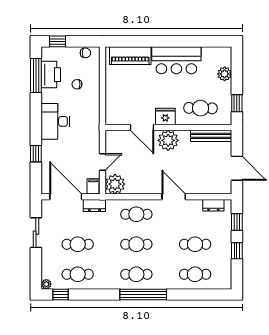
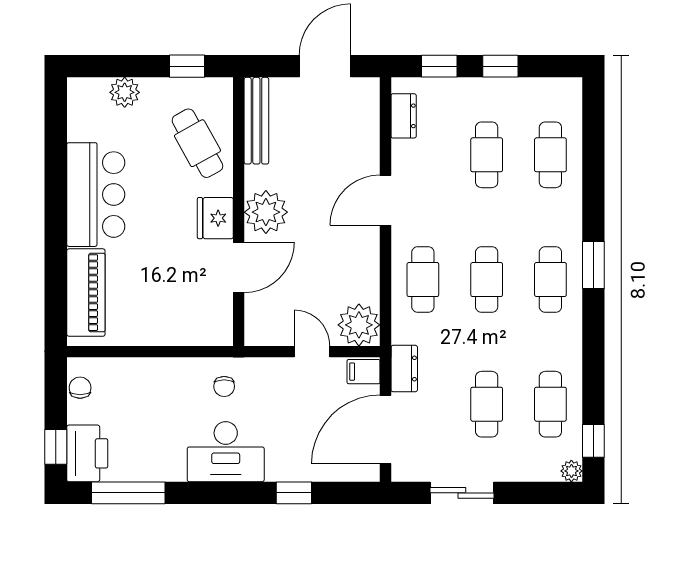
printer: (51, 75) -> (87, 453), moved, turned 90
chair: (77, 84) -> (224, 386), moved
cafe table: (201, 108) -> (197, 143), turned -30
window: (143, 294) -> (593, 265), width x0.47

